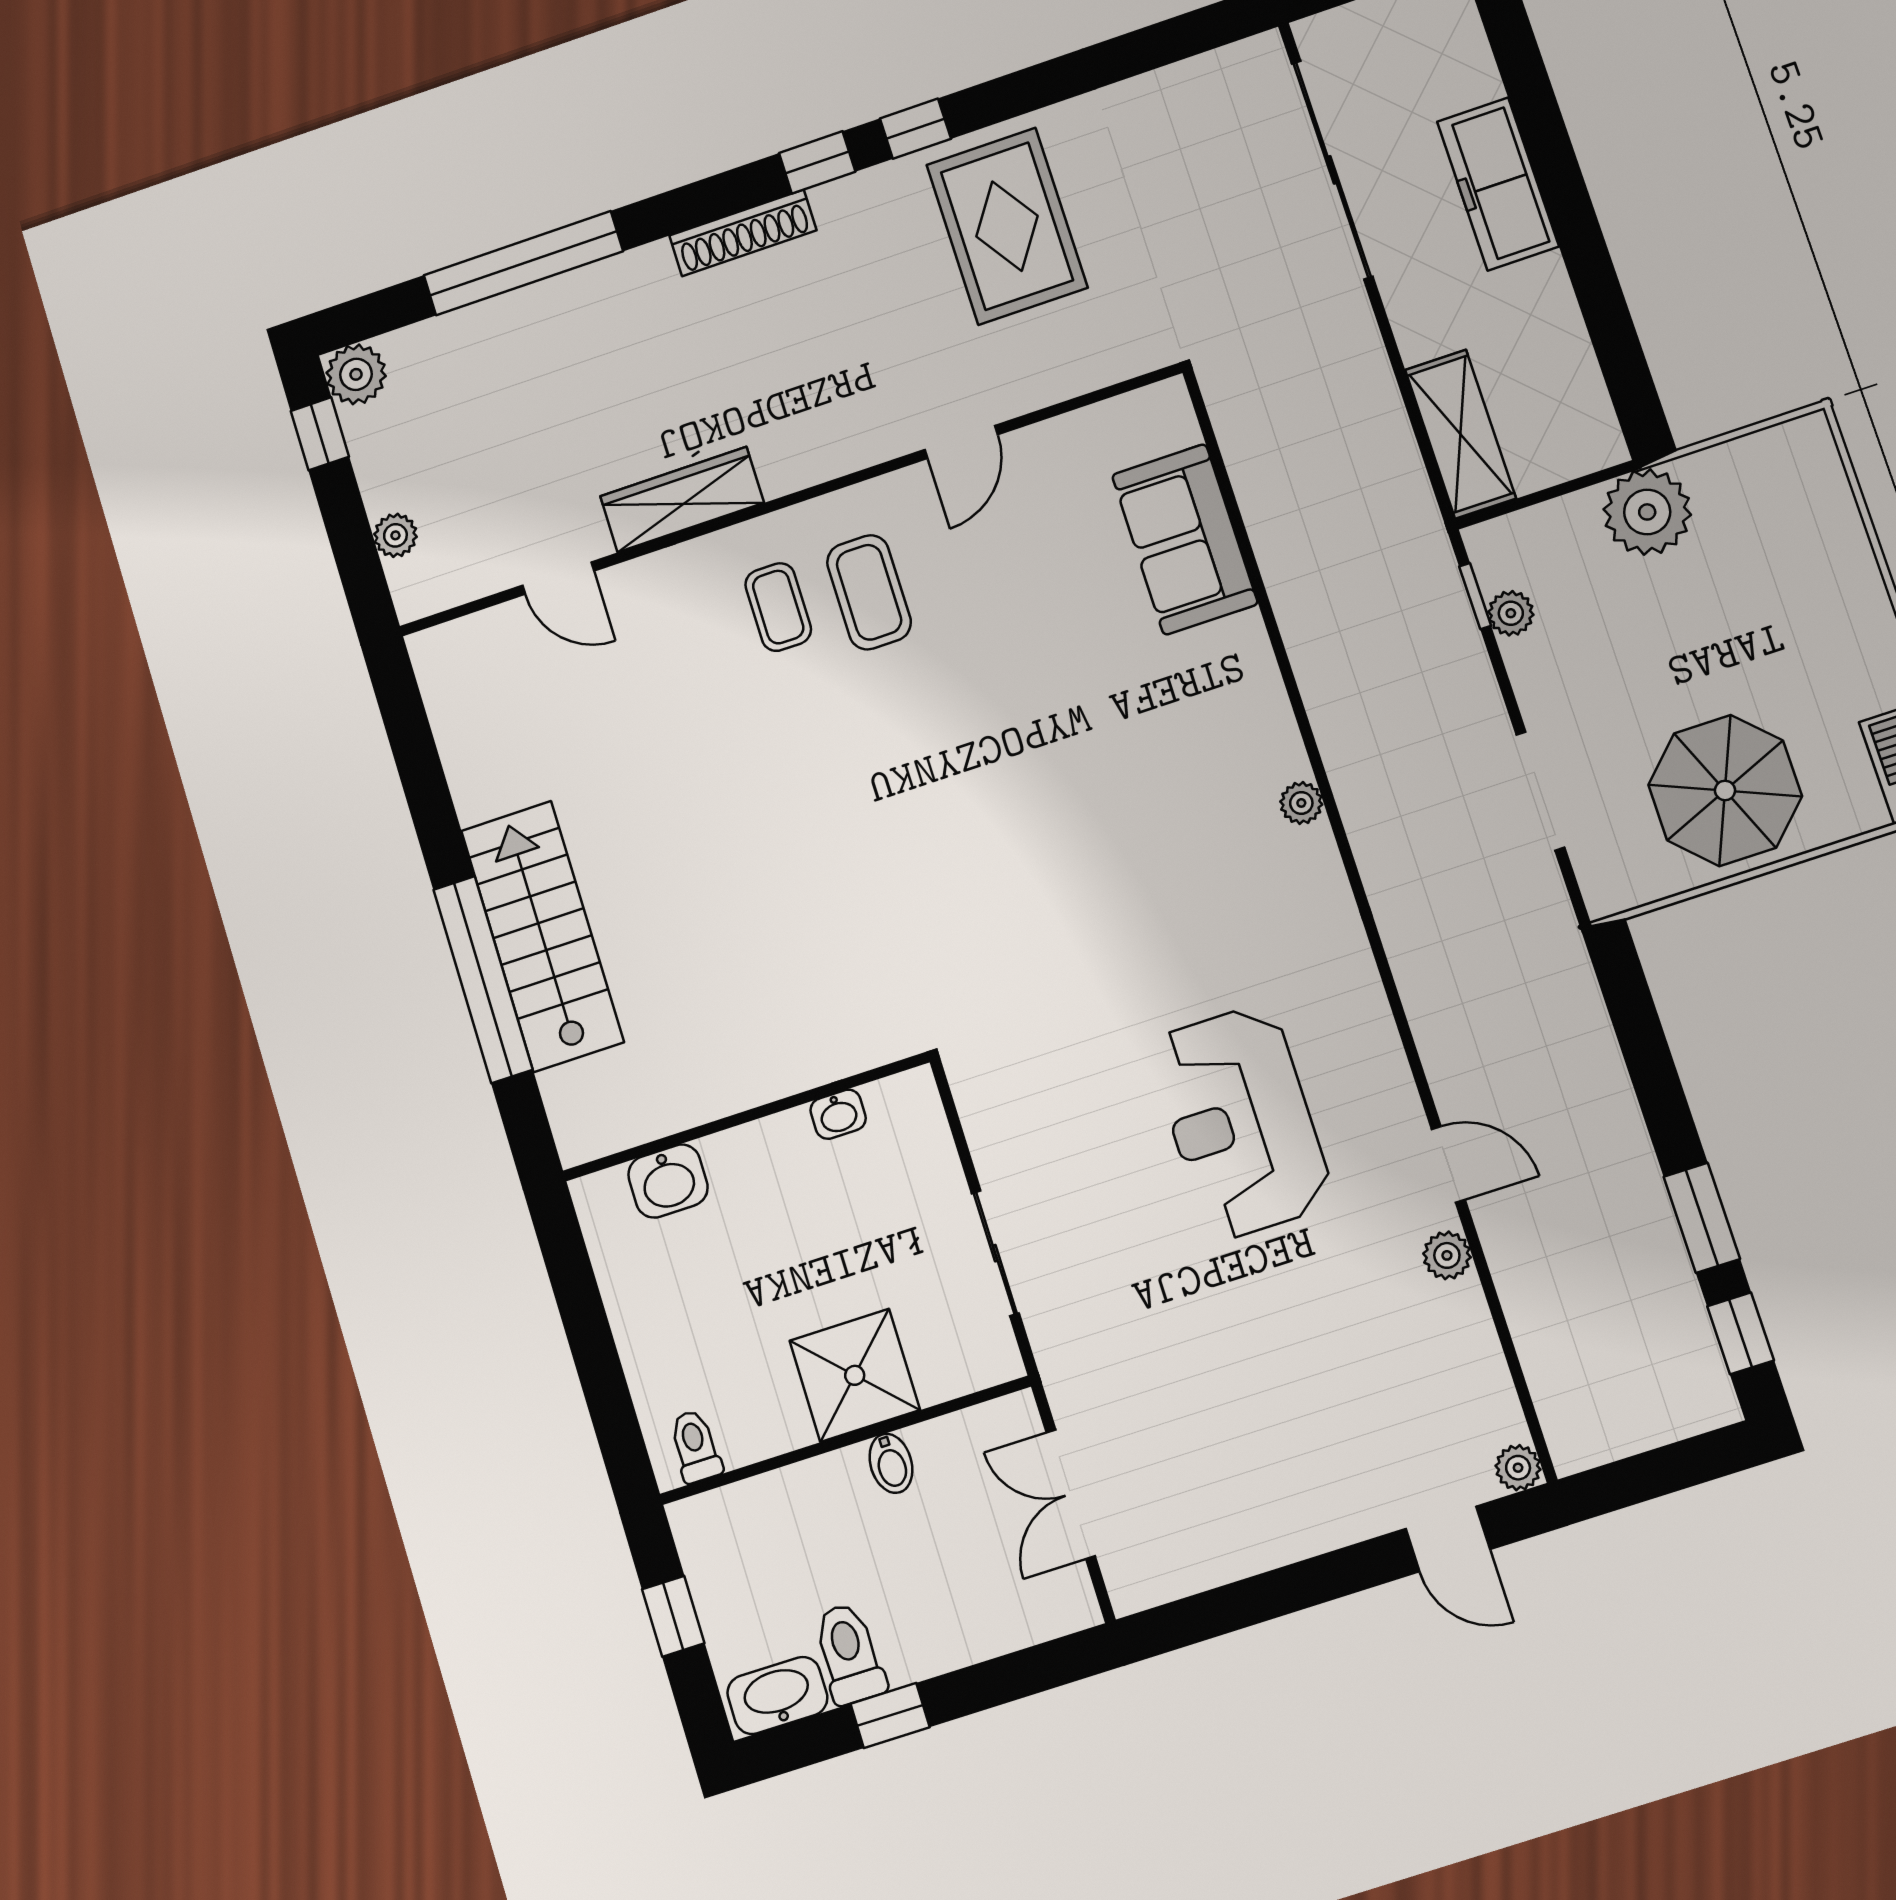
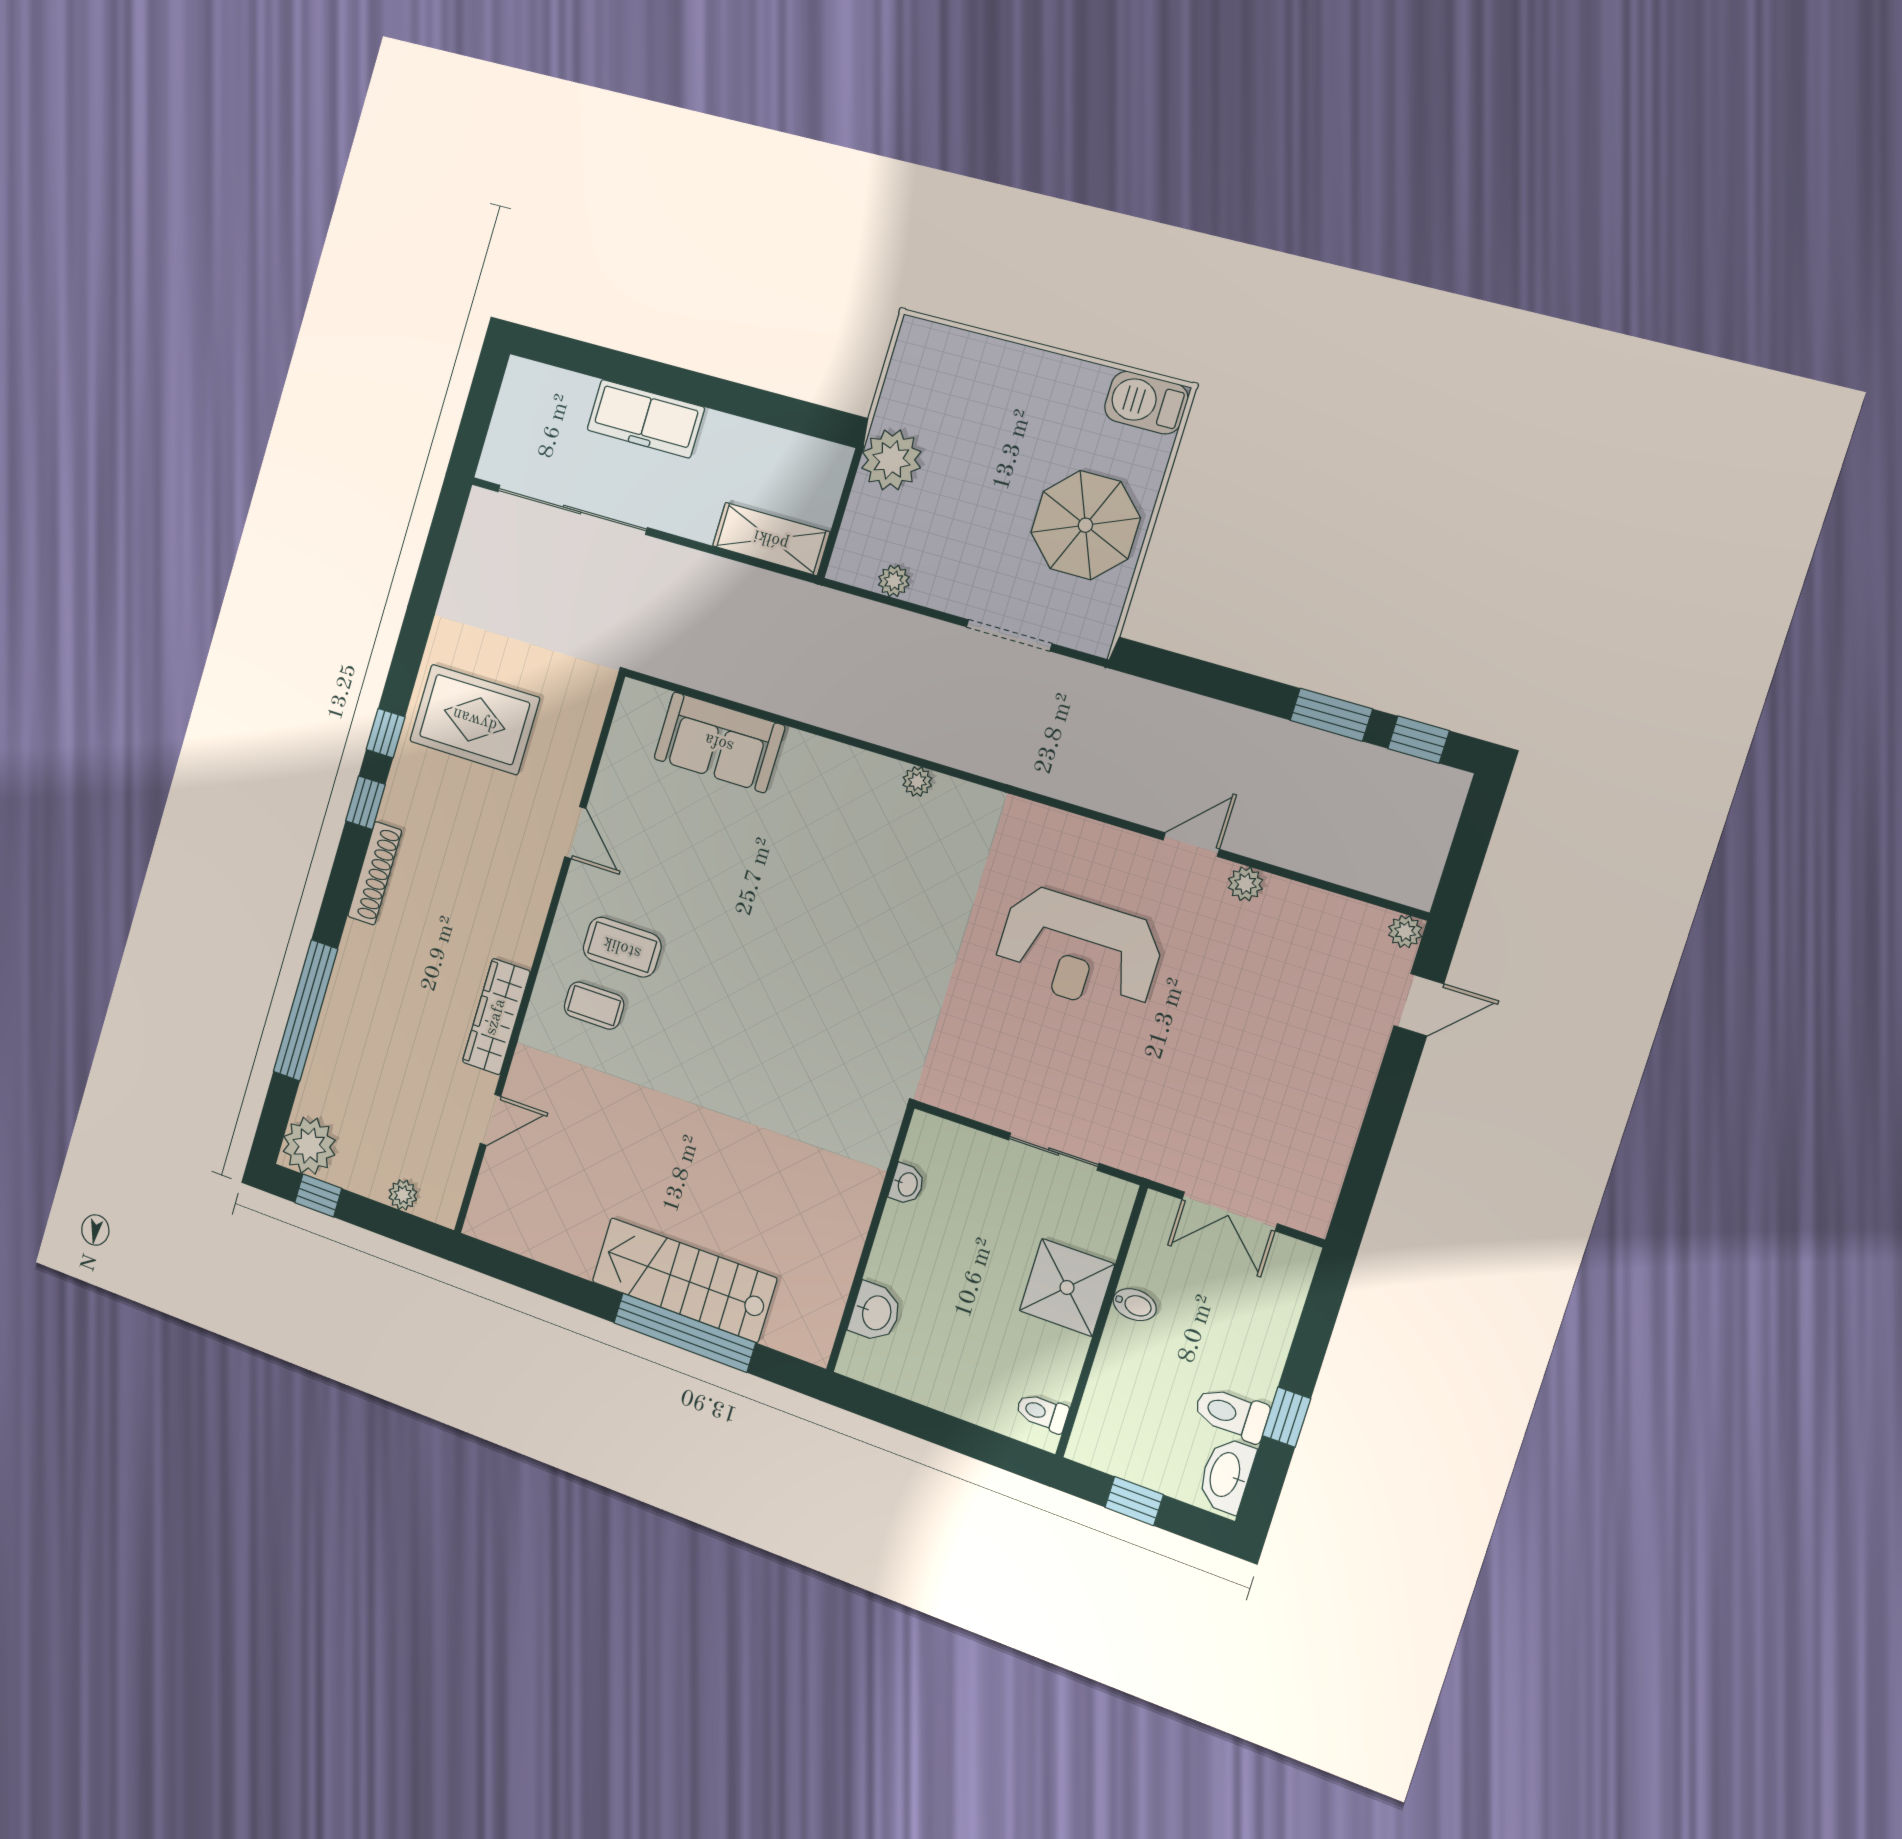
plant: (356, 374) -> (309, 1146), width x1.36, depth x1.36
window: (1475, 596) -> (869, 595), removed

